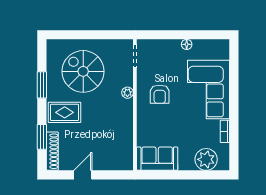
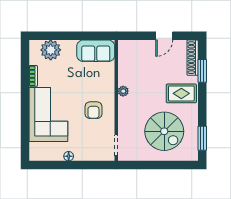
window: (42, 85) -> (202, 138), moved
plant: (127, 93) -> (123, 91), moved
armchair: (160, 94) -> (93, 110), turned 180

